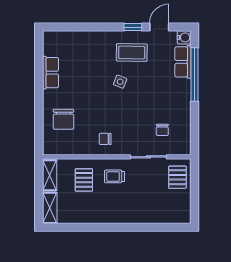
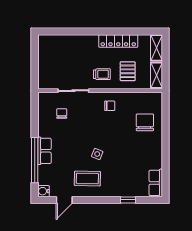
window: (133, 27) -> (128, 200), moved
row of seats: (183, 62) -> (44, 151), moved
row of seats: (51, 73) -> (156, 183), moved
pallet: (177, 177) -> (49, 74), removed
locker: (95, 216) -> (118, 41), added

